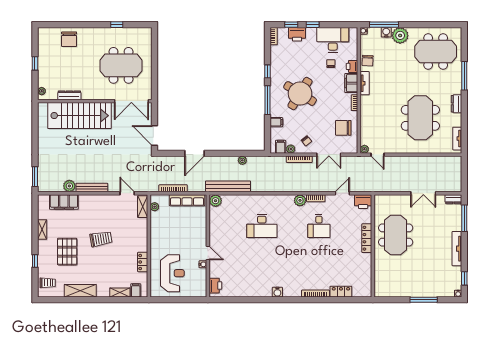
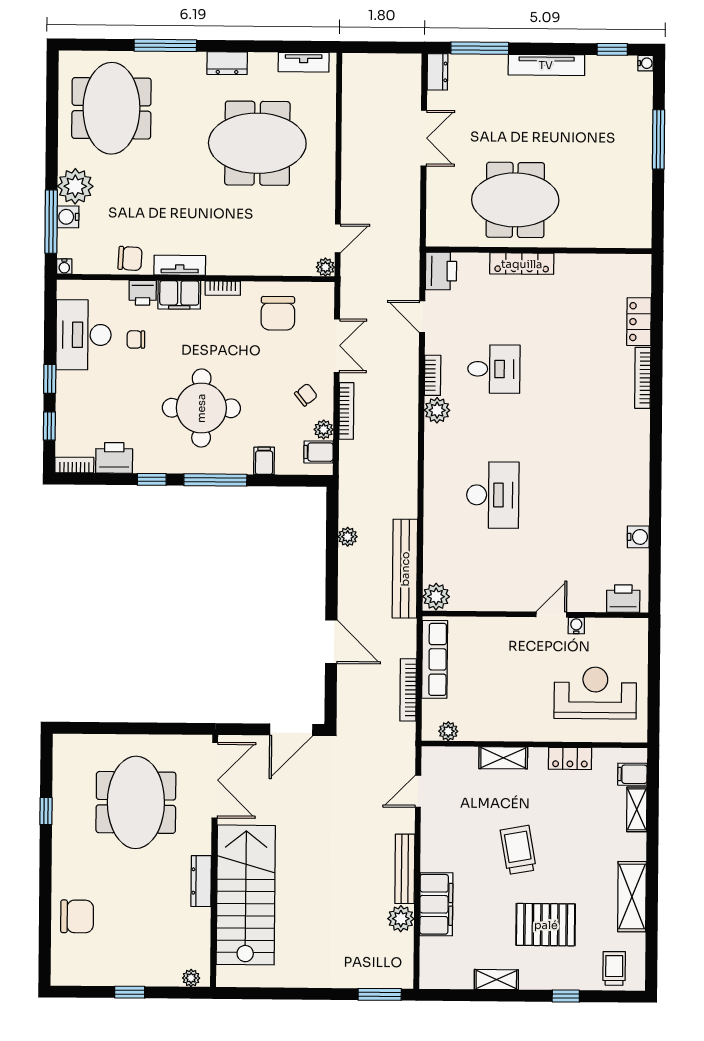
printer: (297, 34) -> (114, 458), moved, turned -90
round table: (300, 94) -> (201, 408), turned -32
dresser: (69, 95) -> (201, 881), moved
filing cabinet: (64, 202) -> (436, 904), moved
shelving: (143, 207) -> (503, 758), moved
water cooler: (277, 292) -> (638, 537), moved

